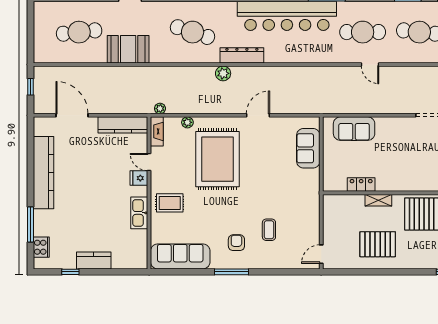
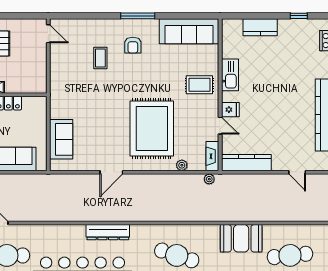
dresser: (242, 55) -> (108, 232), moved
plant: (223, 73) -> (146, 214), removed
door: (72, 115) -> (297, 172), width x0.53
door: (321, 254) -> (48, 34), hinge flipped
kitchen counter: (94, 261) -> (260, 27), moved

